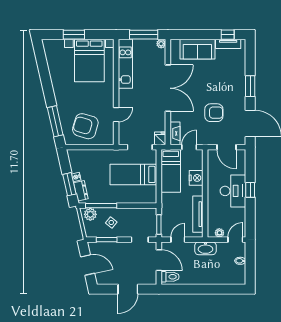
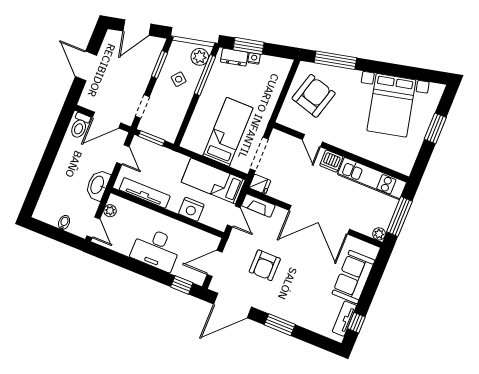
bed with nightstands: (89, 60) -> (391, 105), moved, turned -103
dishwasher: (125, 96) -> (331, 161), added
window: (250, 190) -> (182, 285), moved

